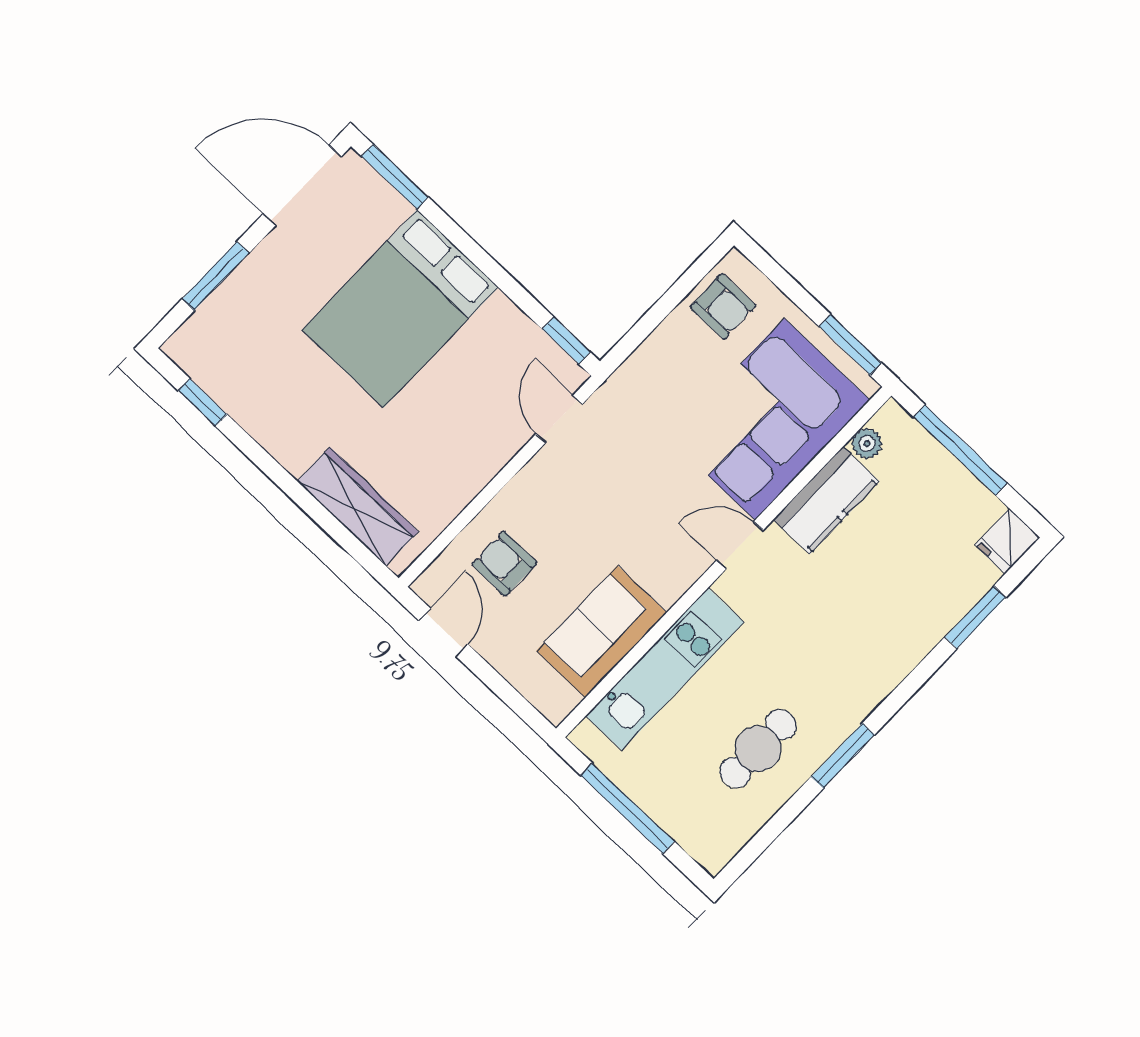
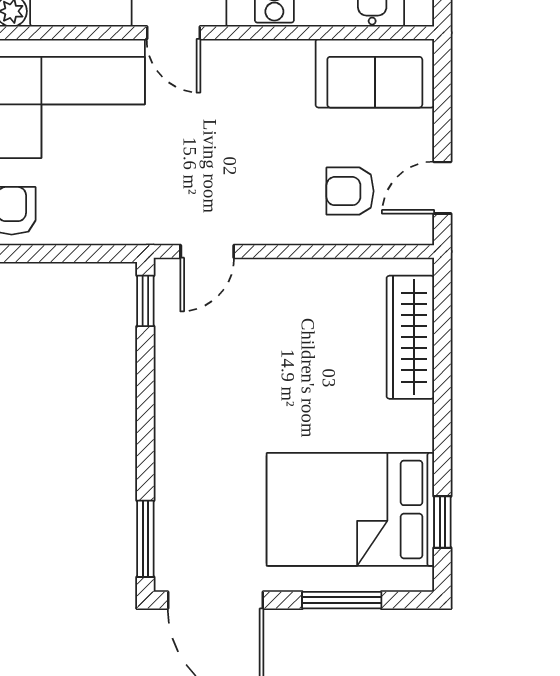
bed: (400, 309) -> (350, 509), moved, turned 180
armchair: (504, 564) -> (350, 191), turned 90
sofa: (602, 632) -> (375, 73), moved

